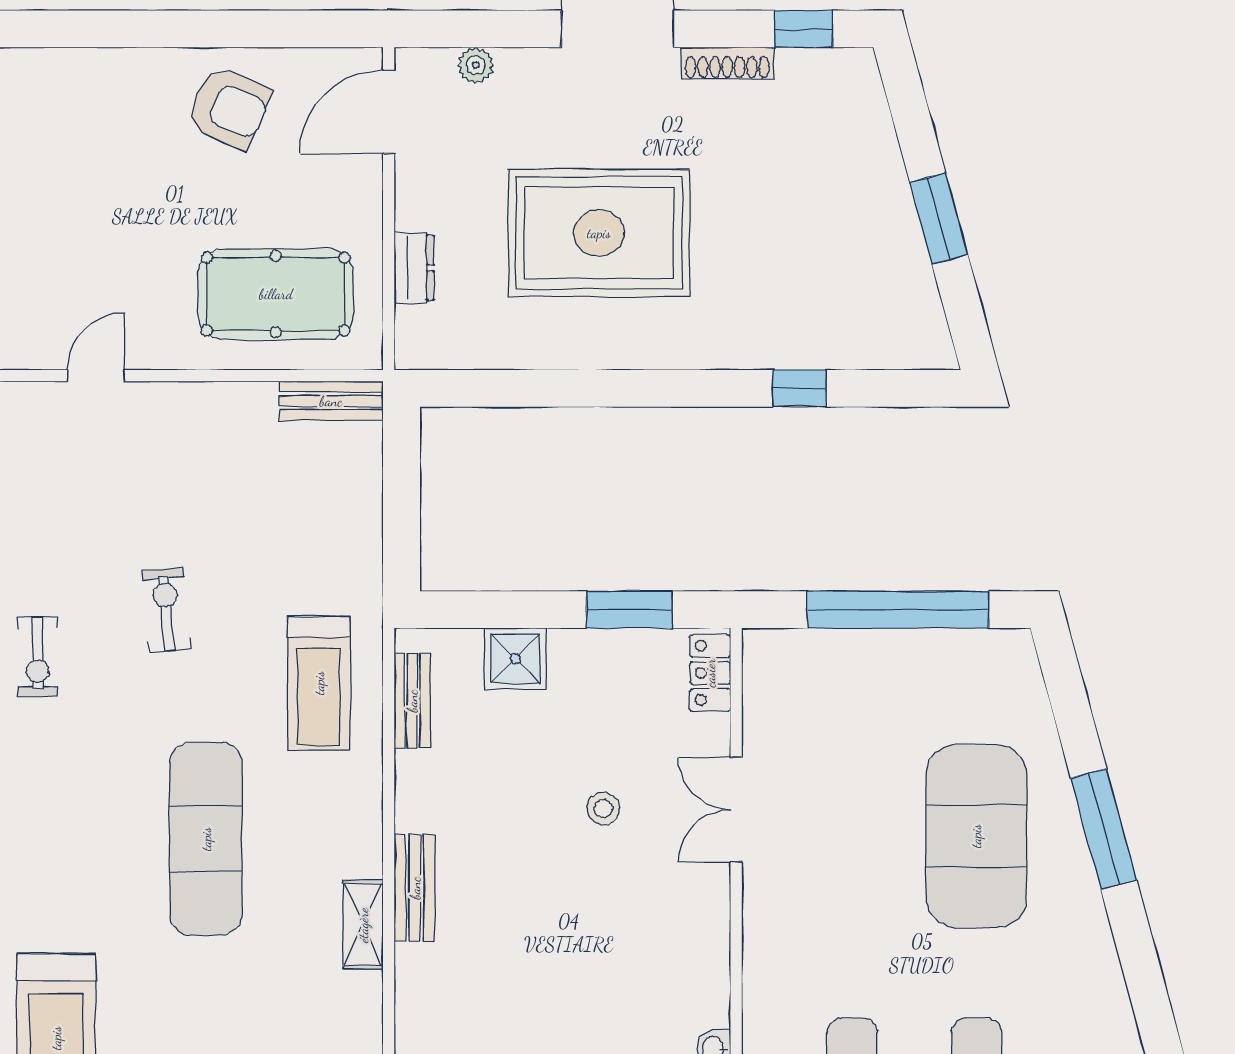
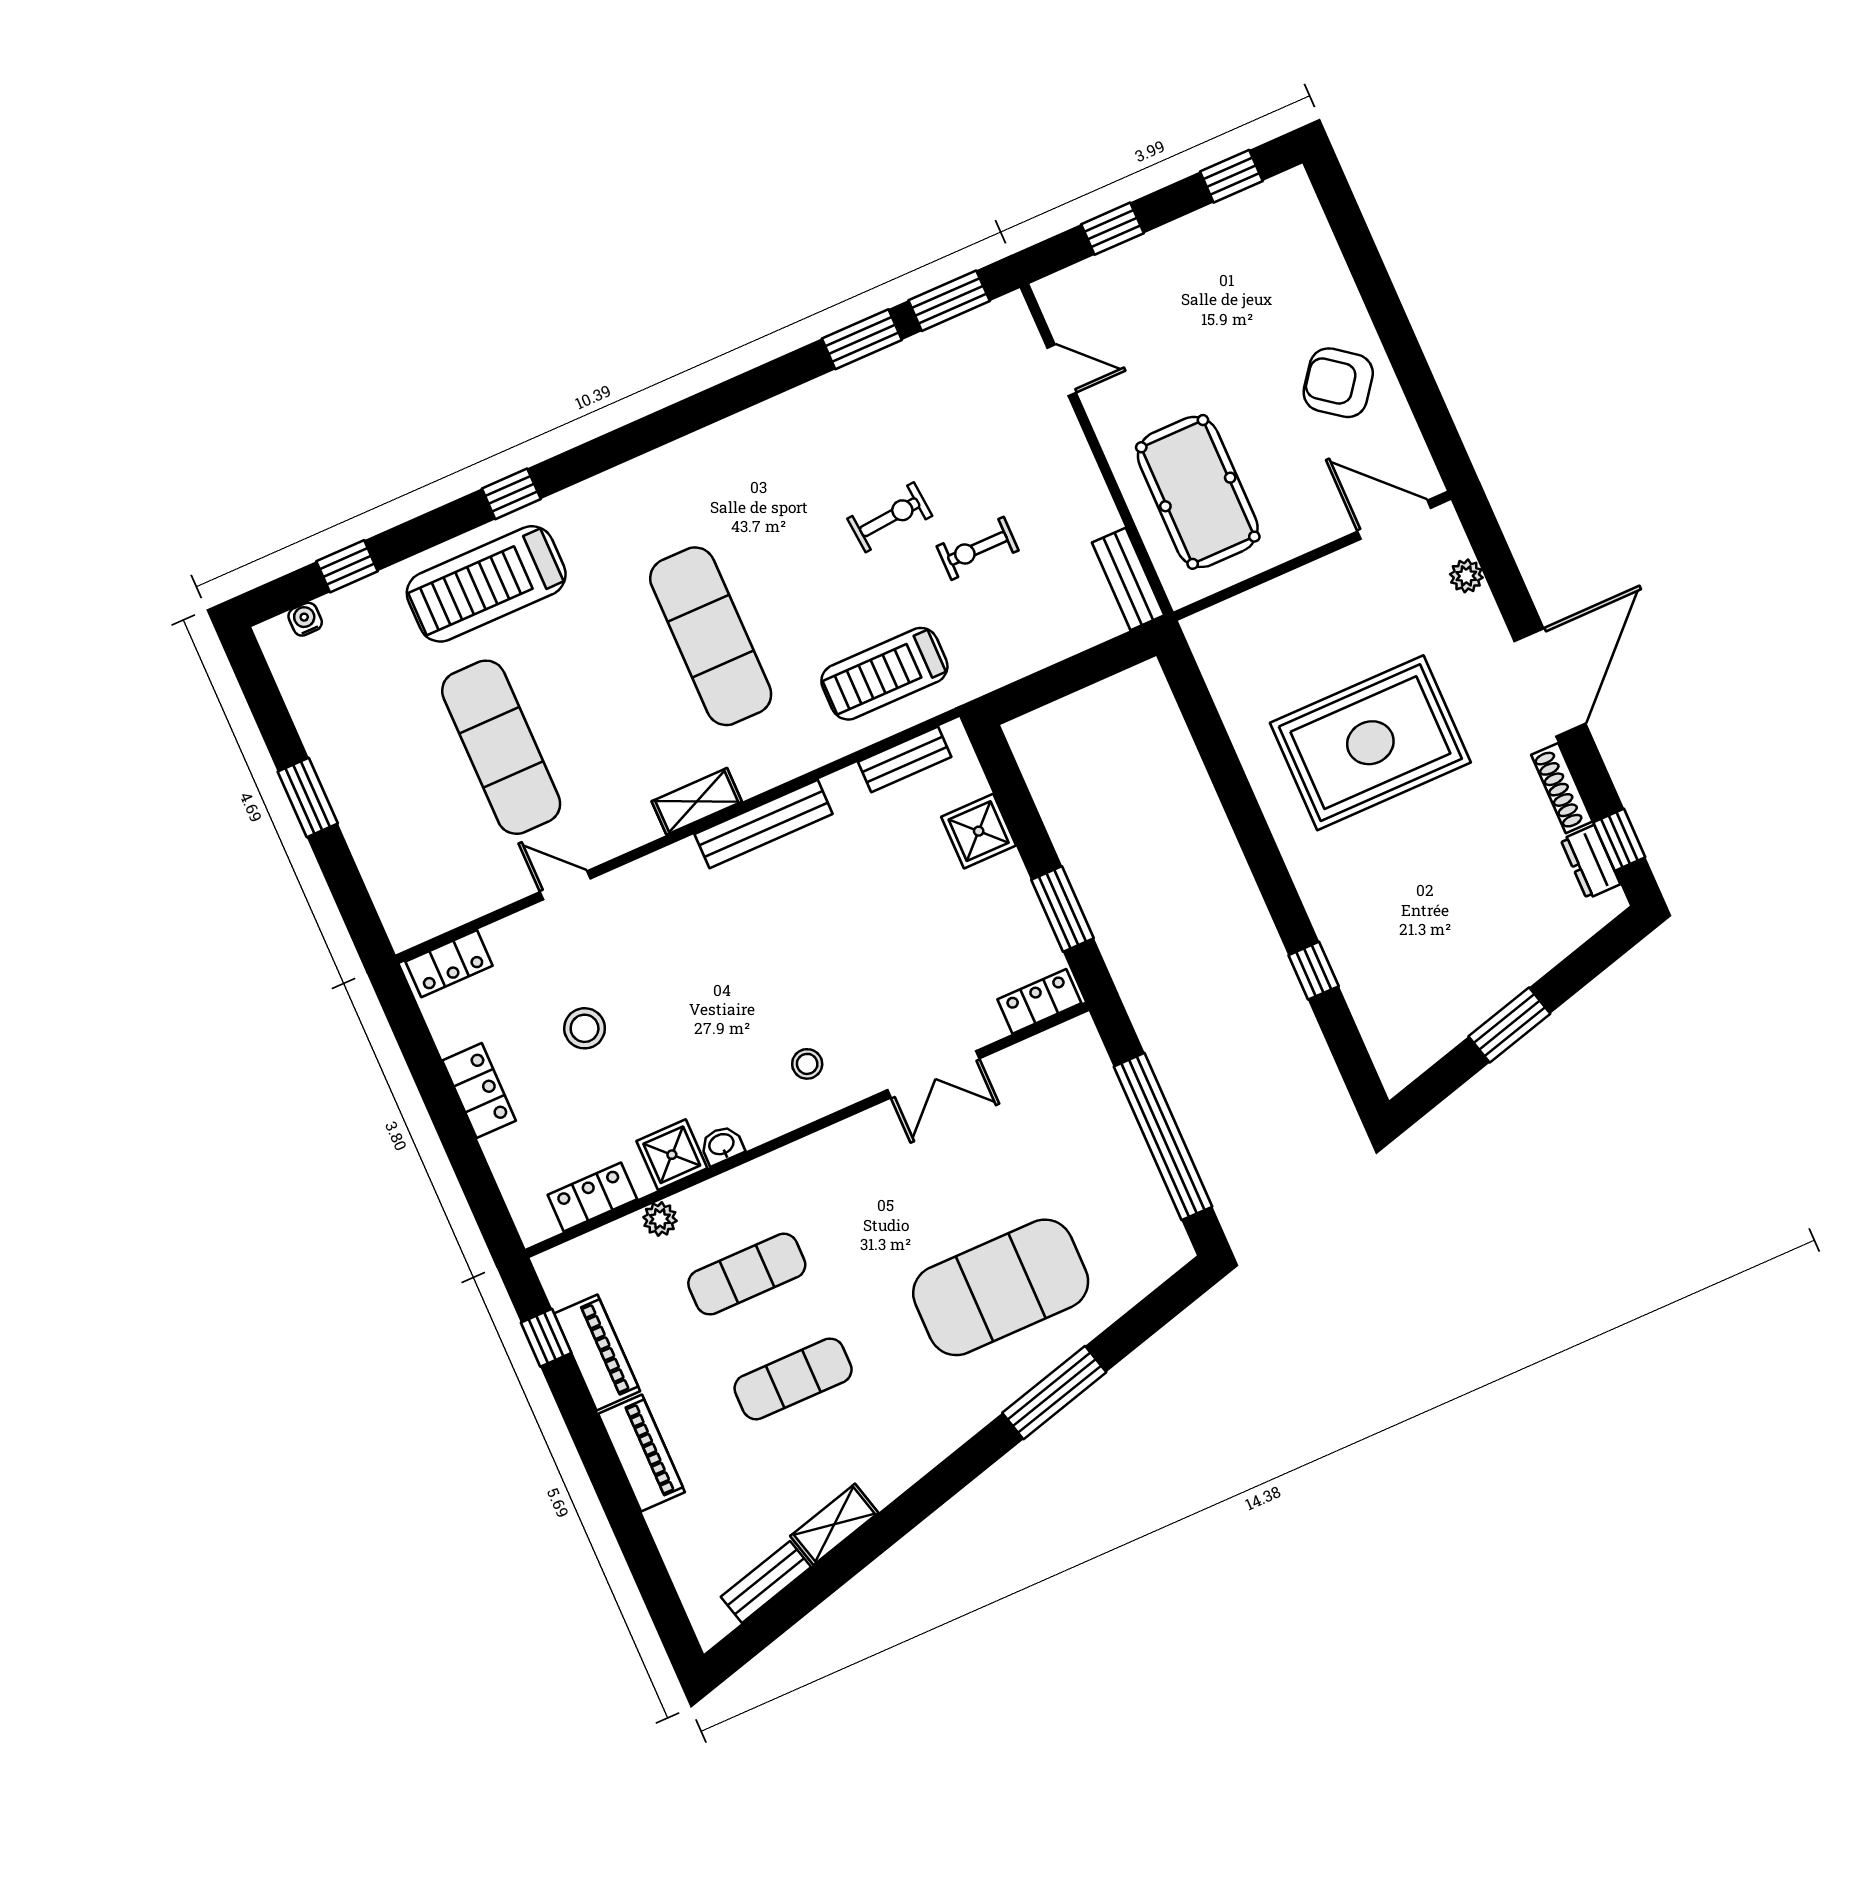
armchair: (229, 108) -> (1338, 383), turned 104
rug: (599, 233) -> (1370, 743), turned 90
dresser: (414, 268) -> (1590, 862), moved, turned 90
exercise bike: (38, 657) -> (978, 548), moved
stool: (603, 809) -> (807, 1064), moved
double door: (736, 810) -> (933, 1074), swing flipped
exercise mat: (206, 839) -> (711, 636), turned 90
bench: (415, 888) -> (764, 824), width x1.36

